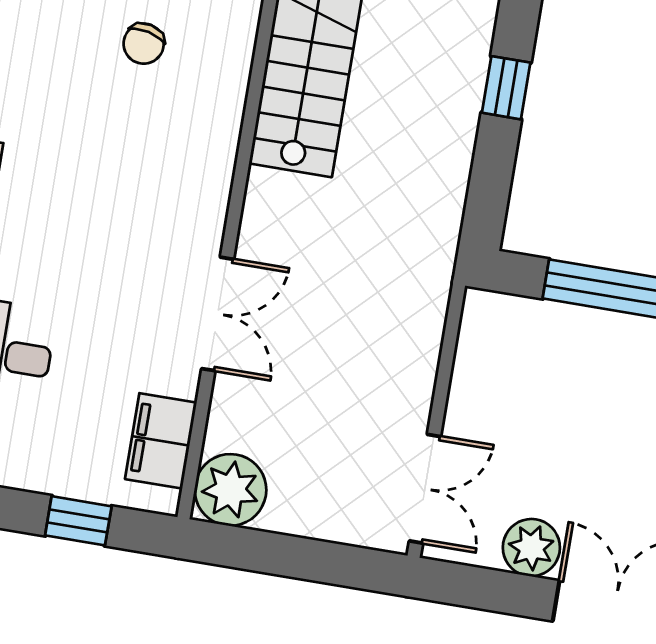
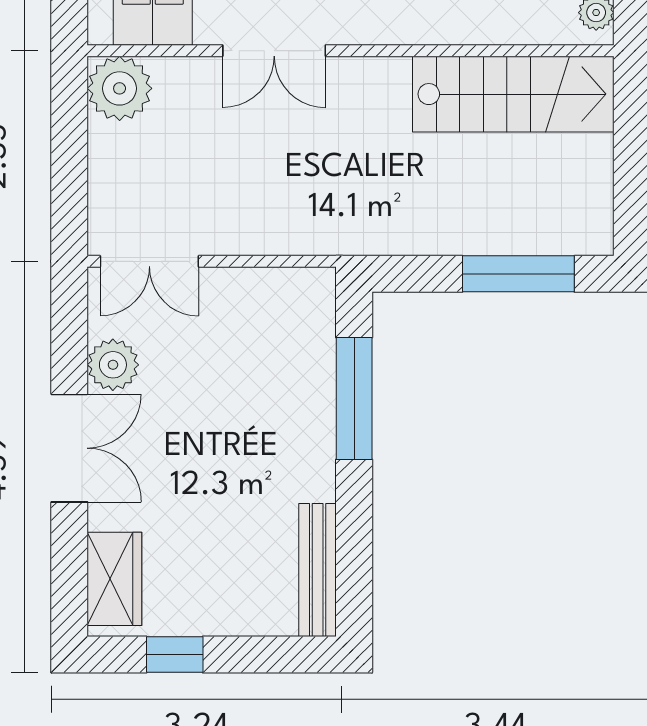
window: (506, 88) -> (518, 274), width x2.17

